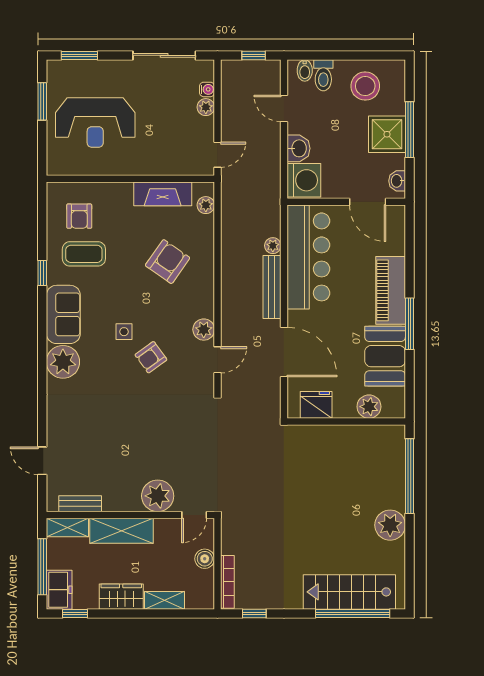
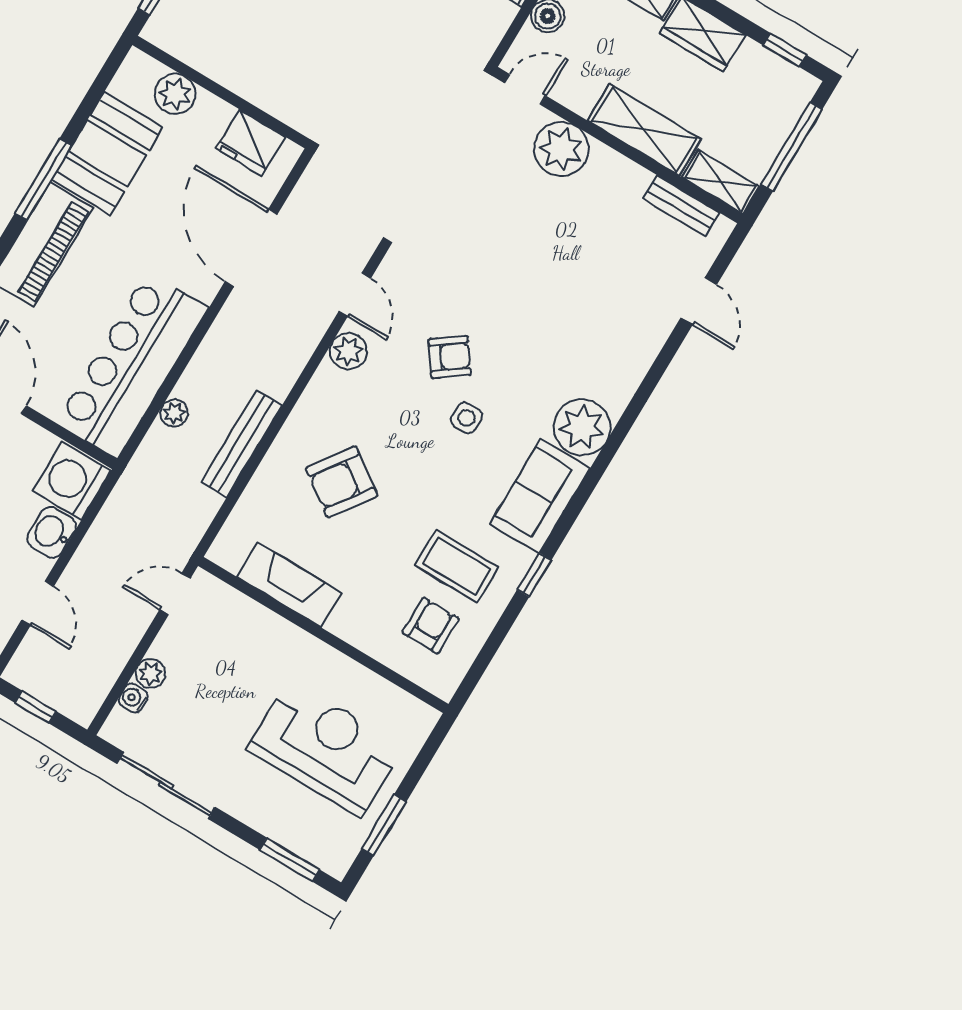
plant: (206, 205) -> (236, 531), removed
bench: (272, 287) -> (242, 444), moved
door: (218, 360) -> (355, 295), swing flipped
freezer: (59, 590) -> (787, 98), removed

